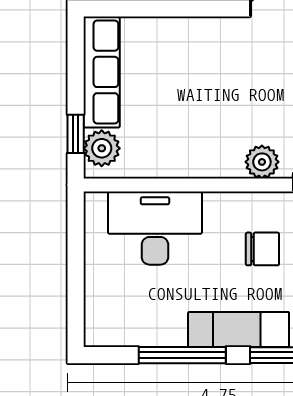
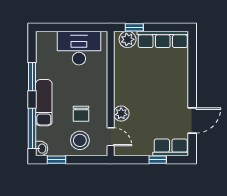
desk: (155, 228) -> (79, 48), moved, turned -90
window: (182, 355) -> (32, 77), width x0.69

